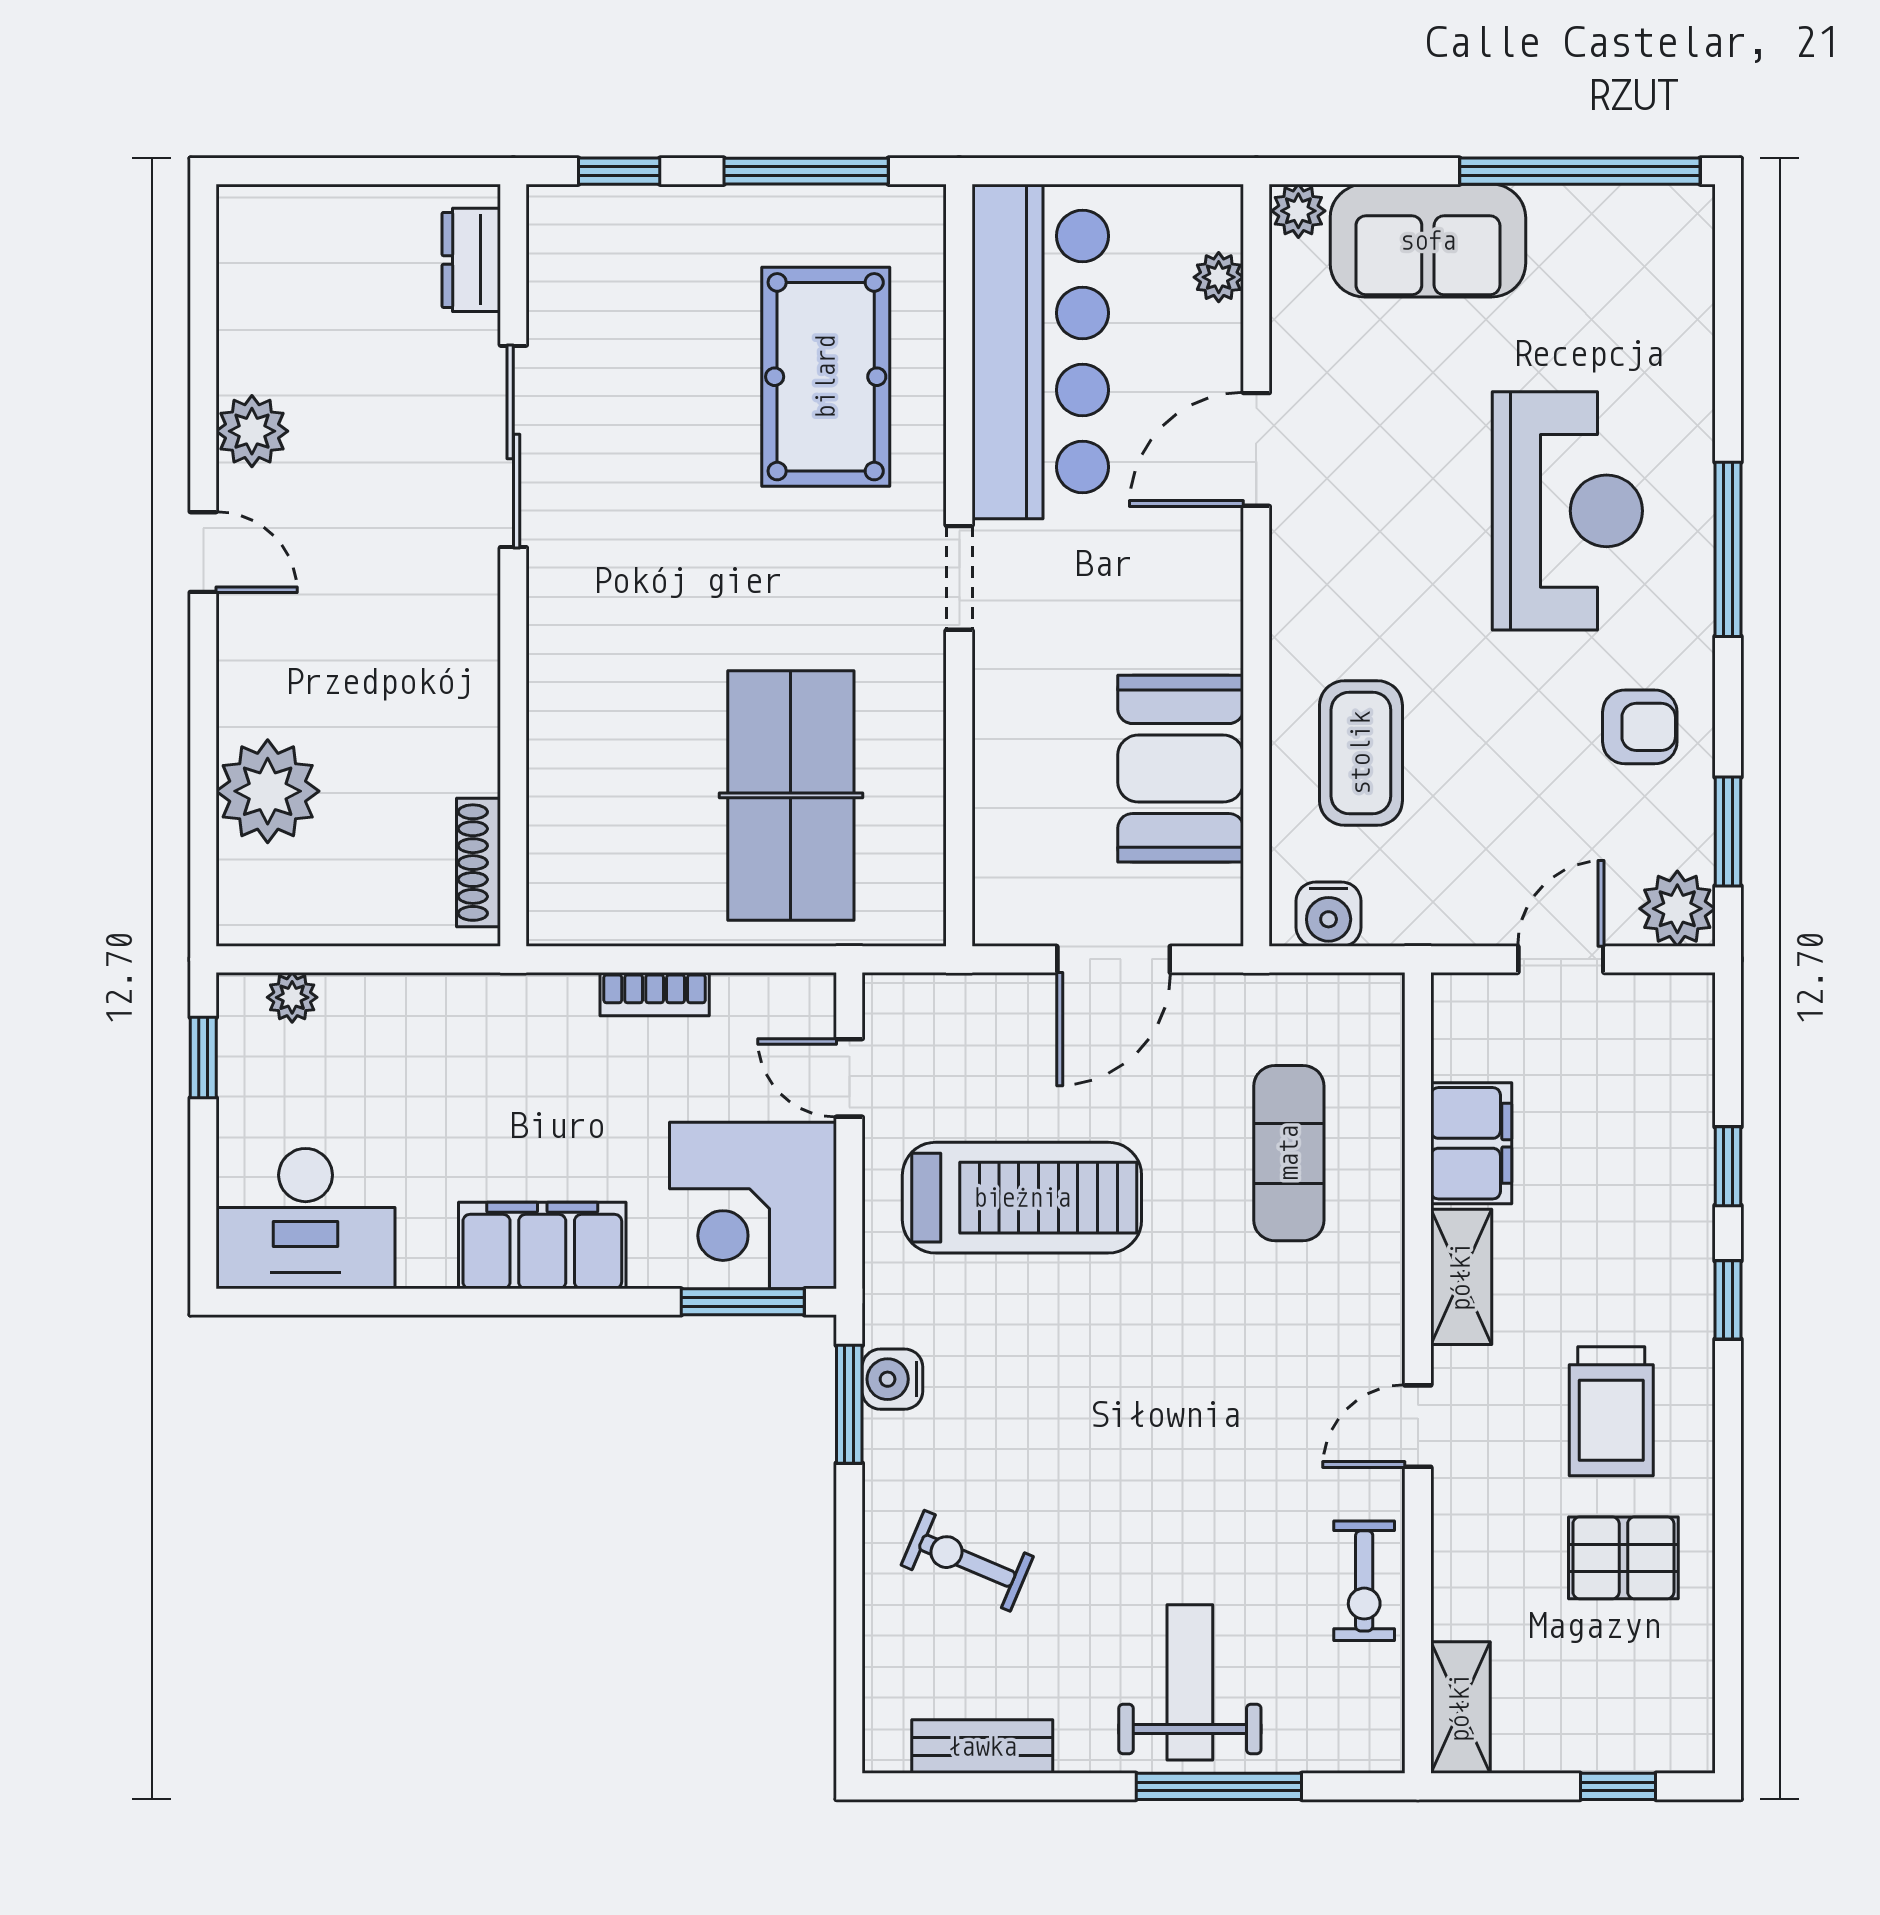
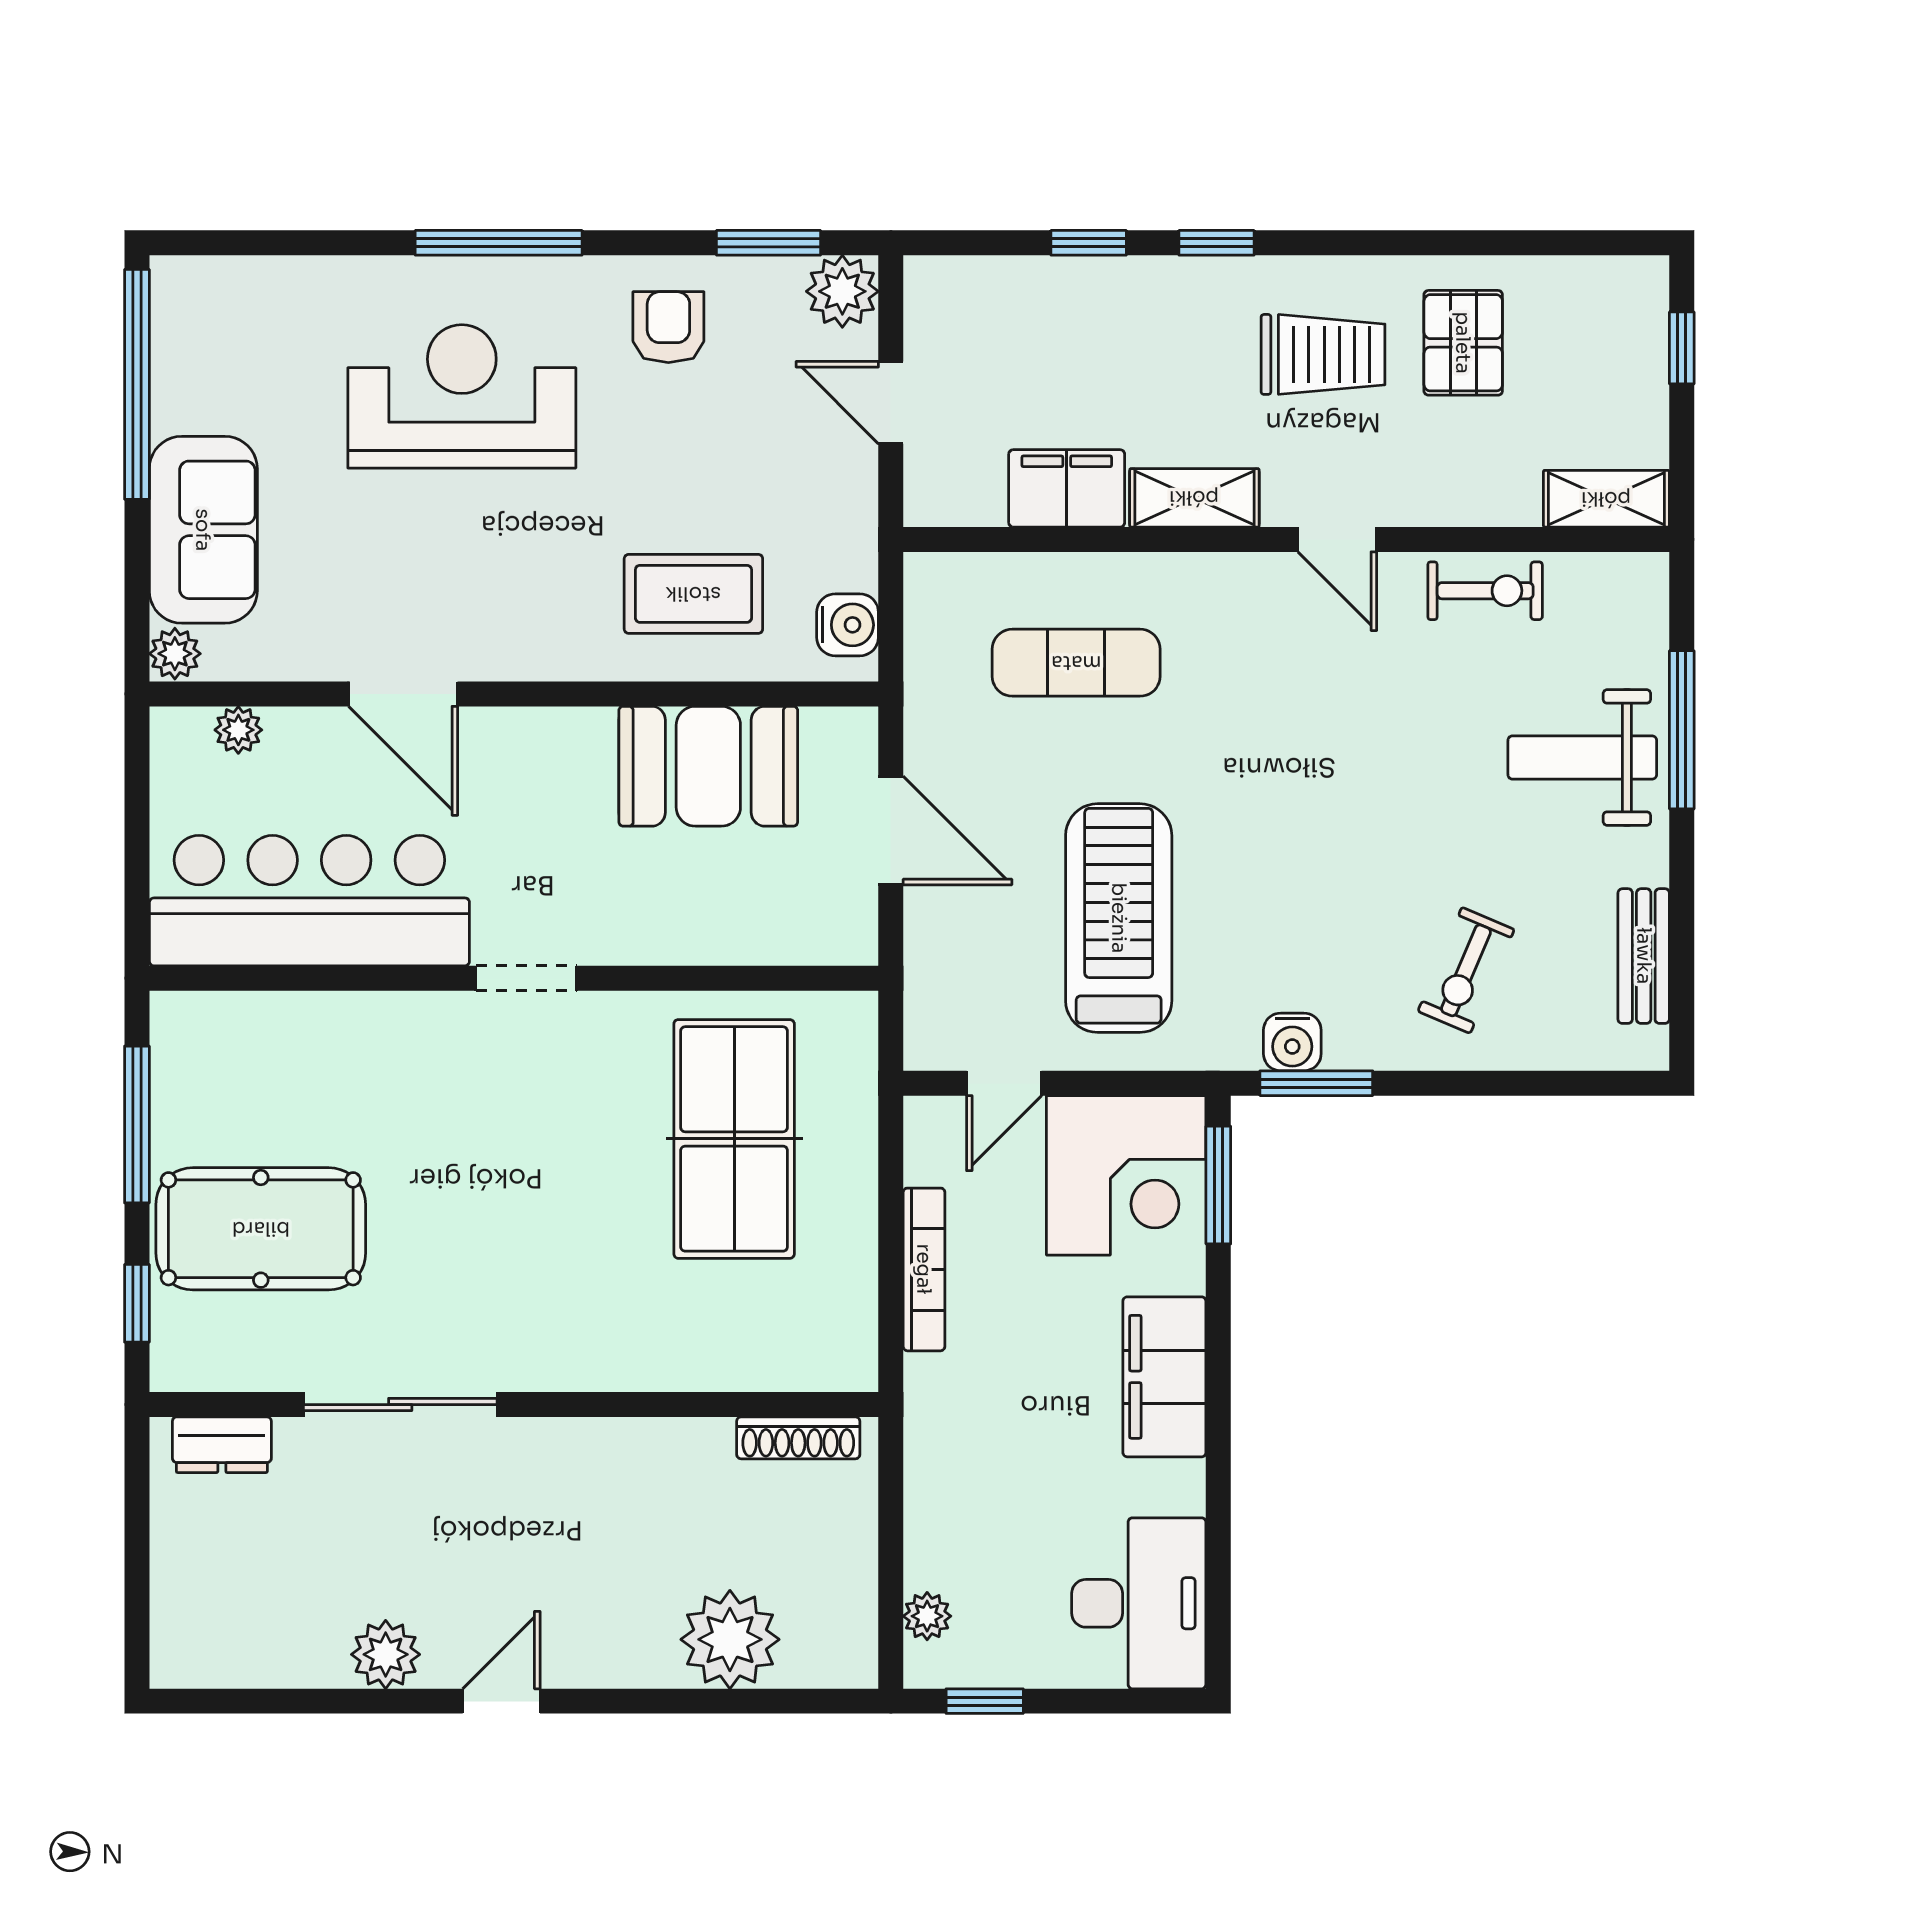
pool table: (826, 377) -> (261, 1229), moved
table tennis table: (791, 795) -> (734, 1139), turned 90
bookcase: (655, 994) -> (924, 1269), width x1.56

